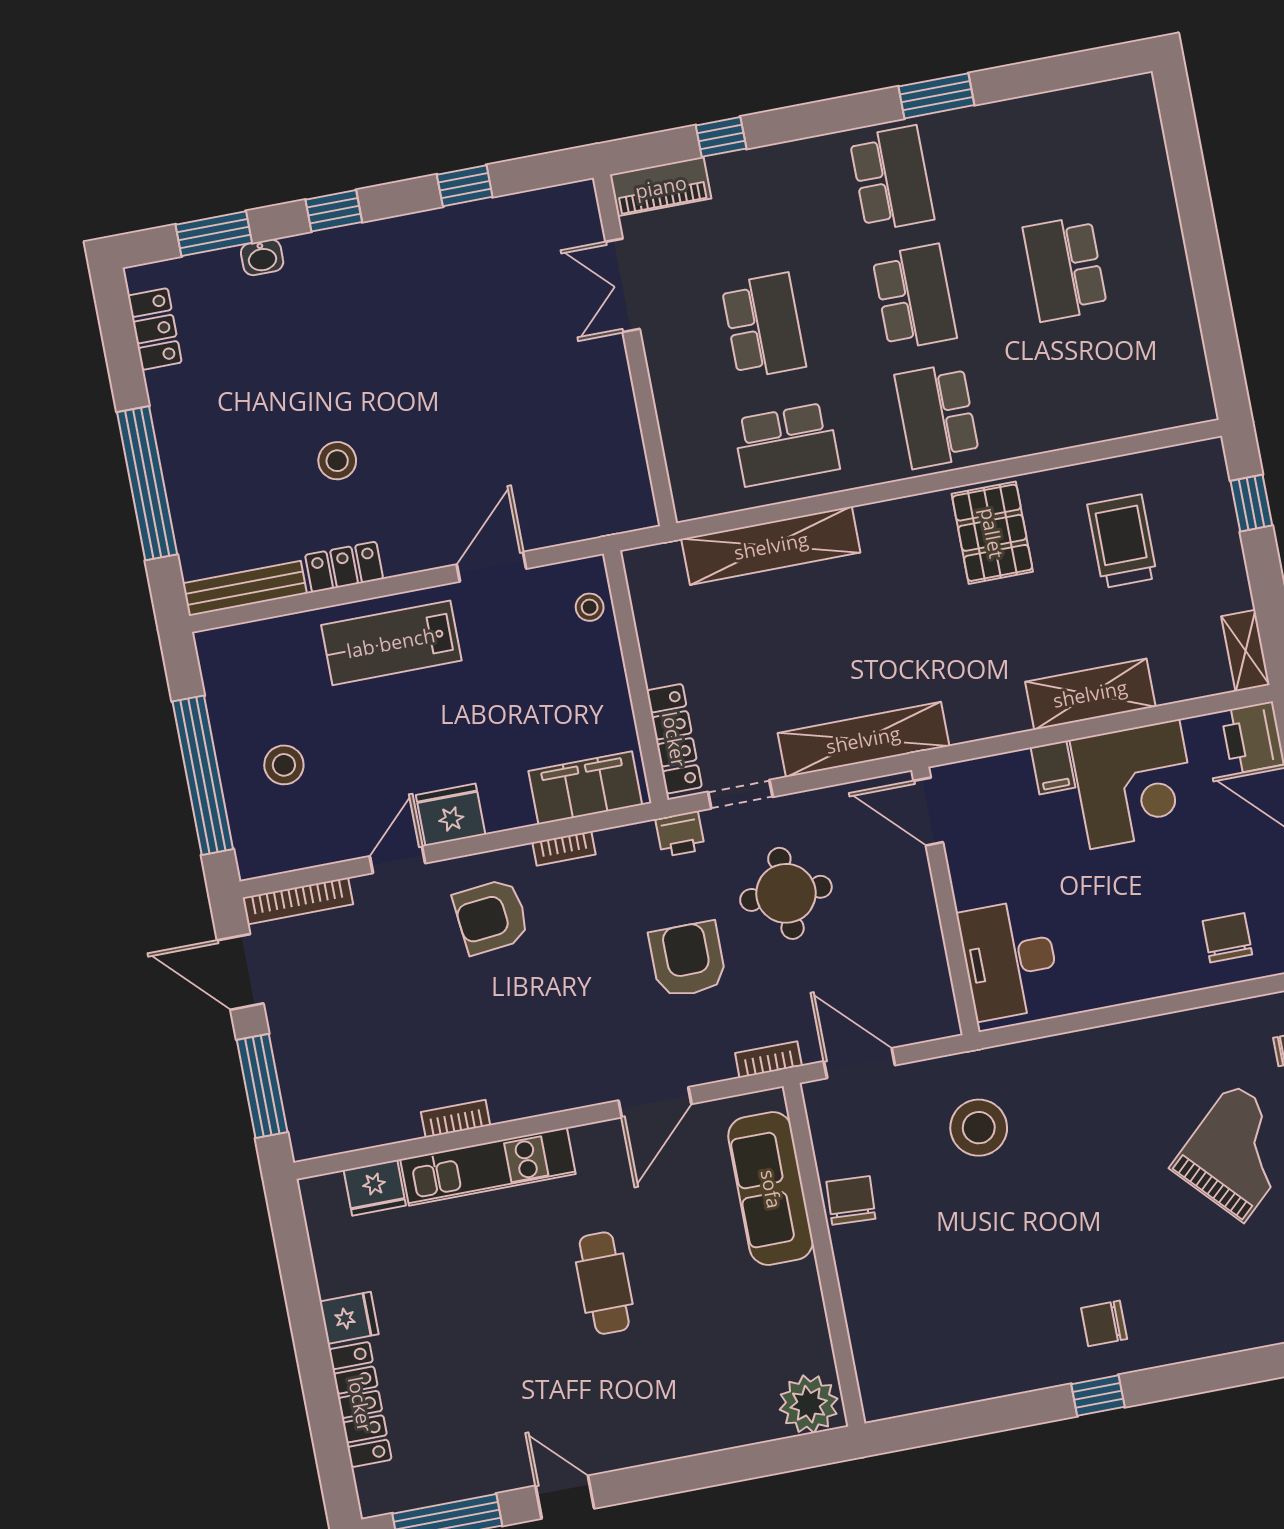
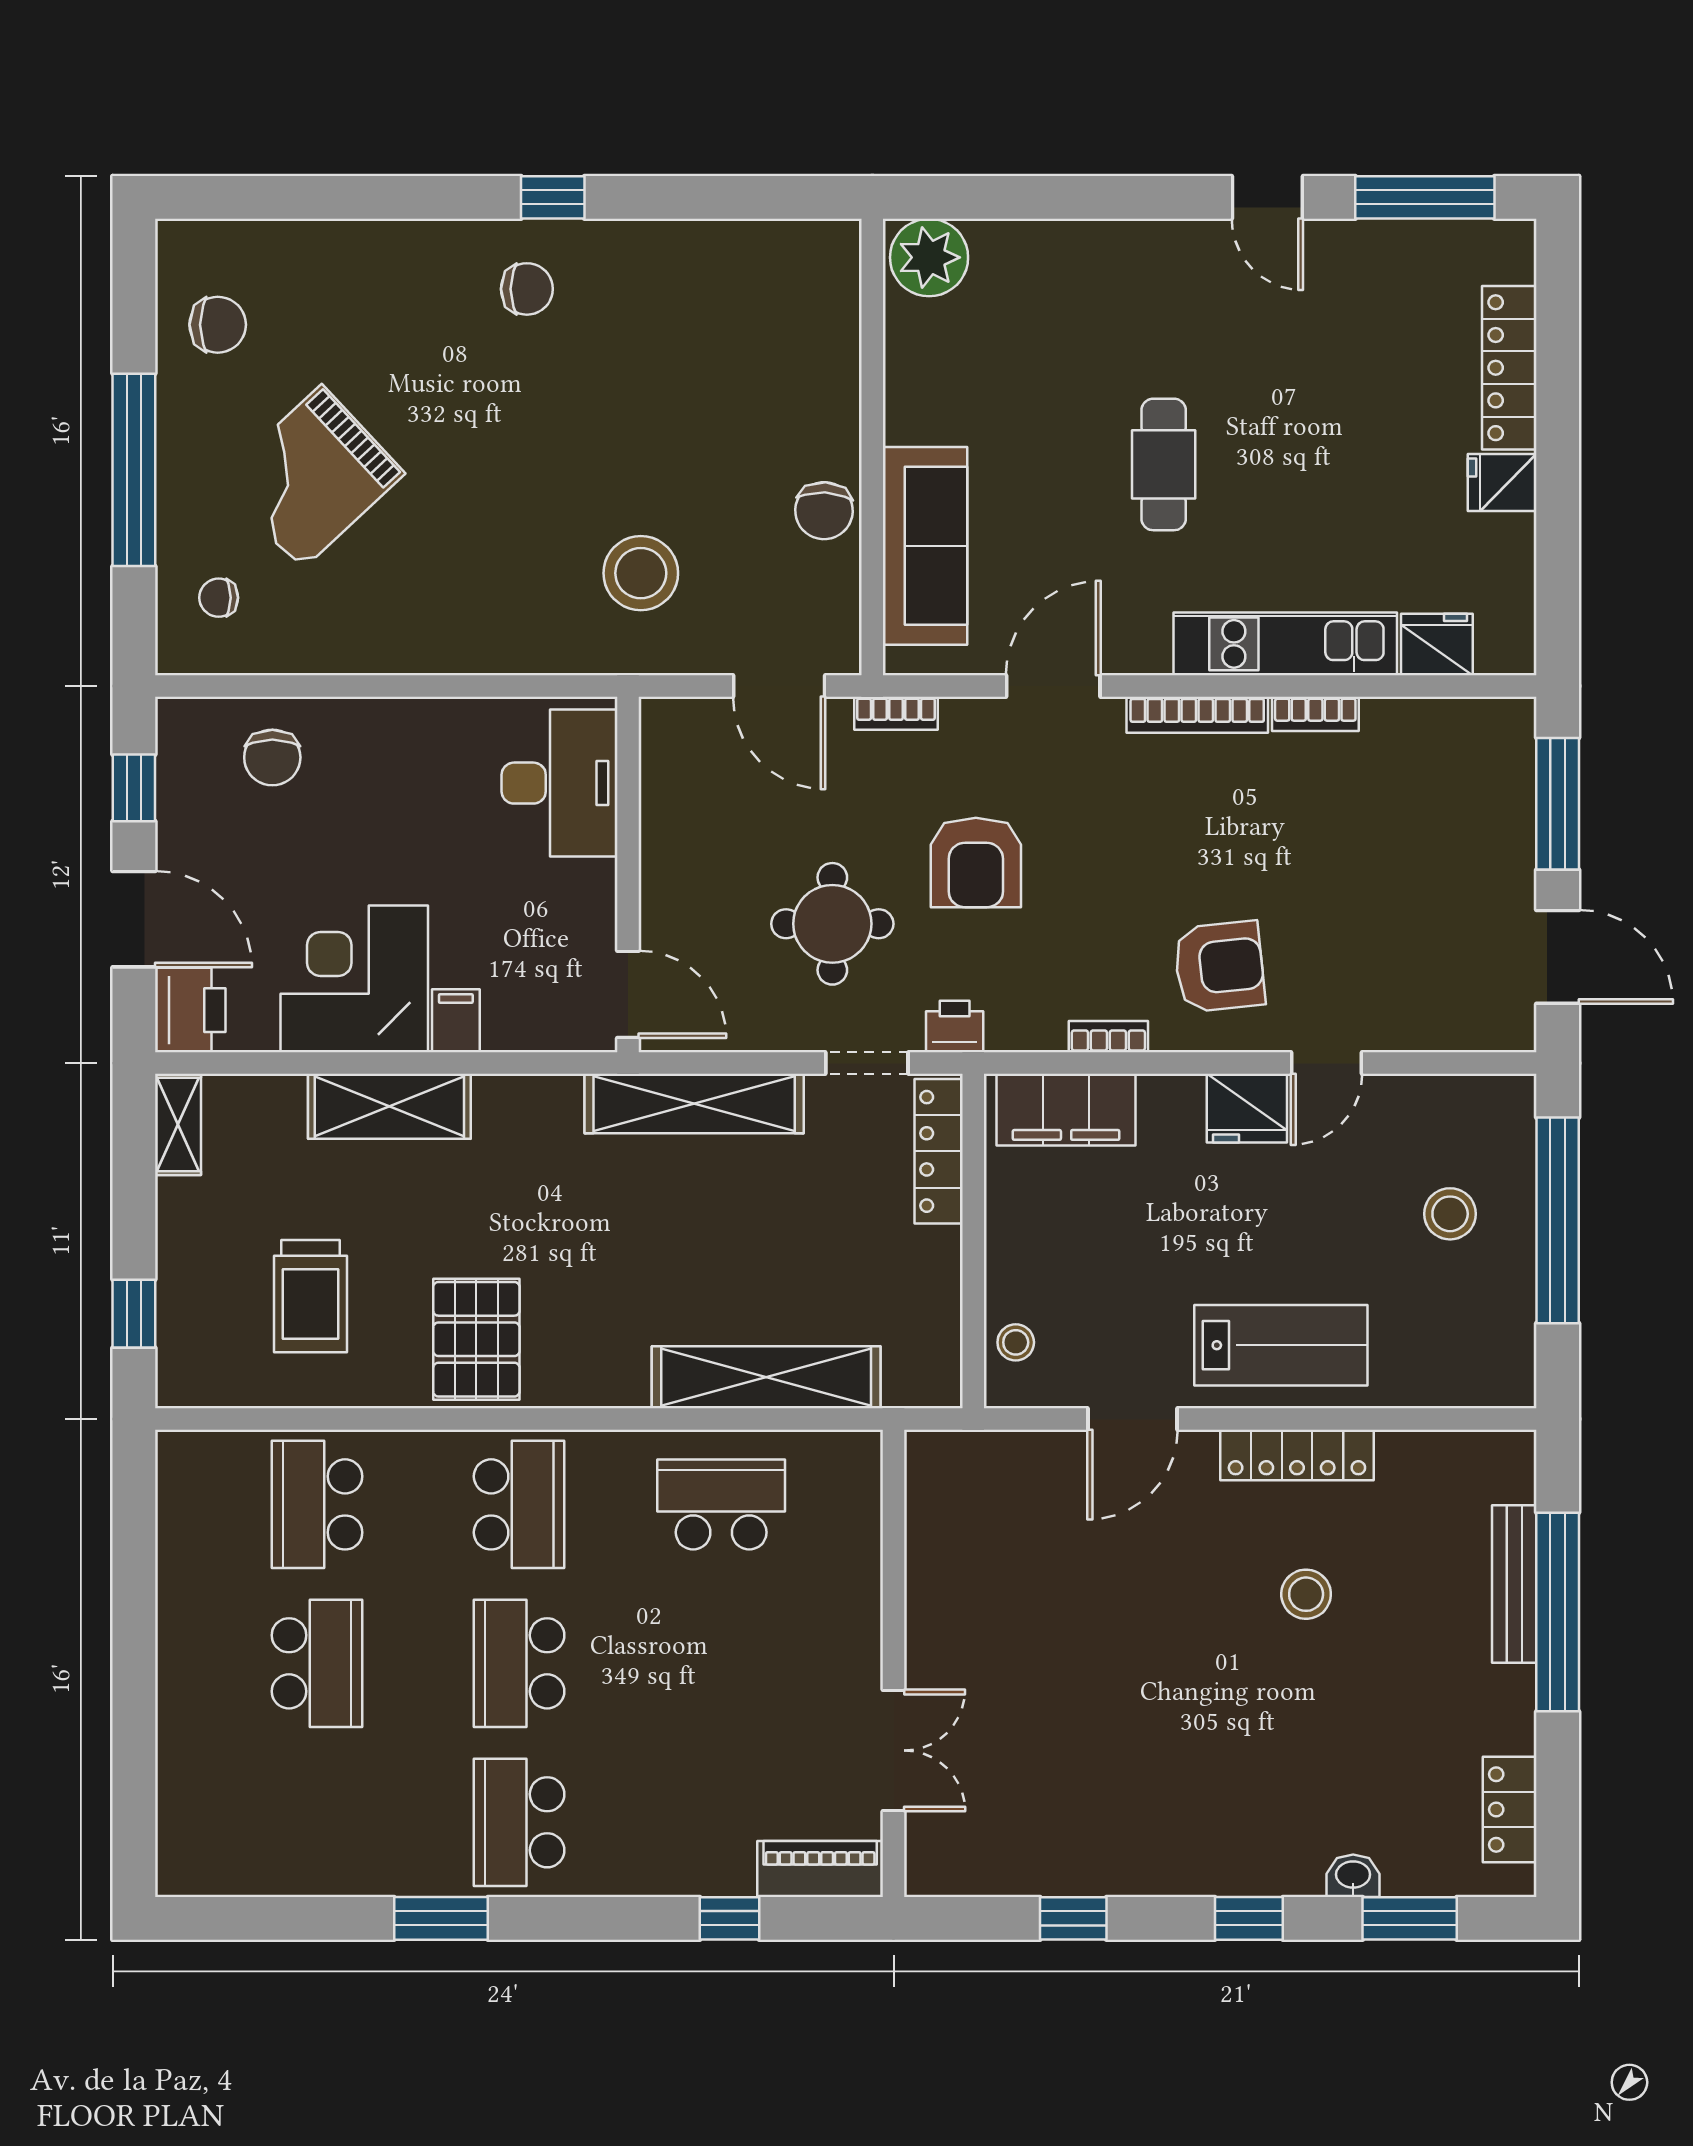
school desk: (764, 326) -> (317, 1504), moved
locker: (344, 567) -> (1297, 1455), width x1.53
bench: (245, 588) -> (1514, 1584), moved, turned 90
bookcase: (298, 901) -> (1197, 715), moved, turned 180

